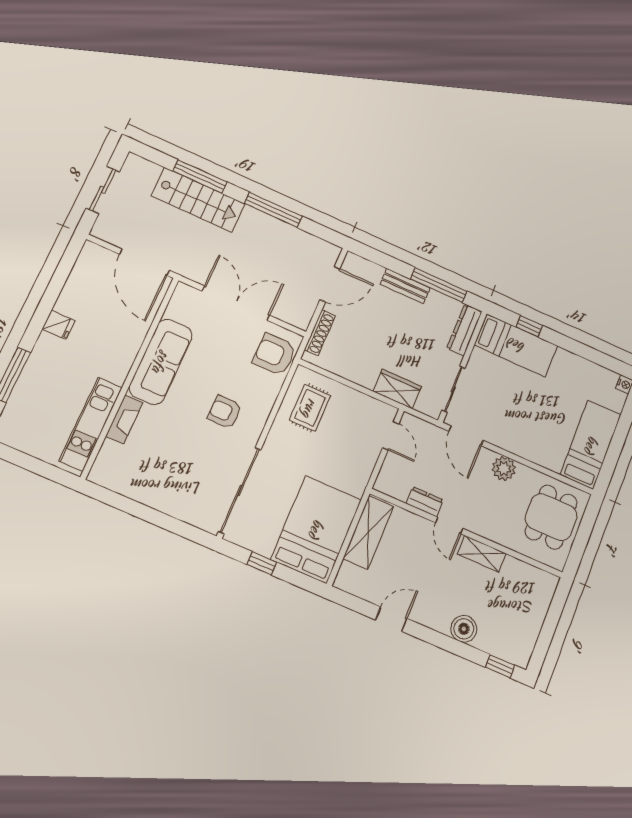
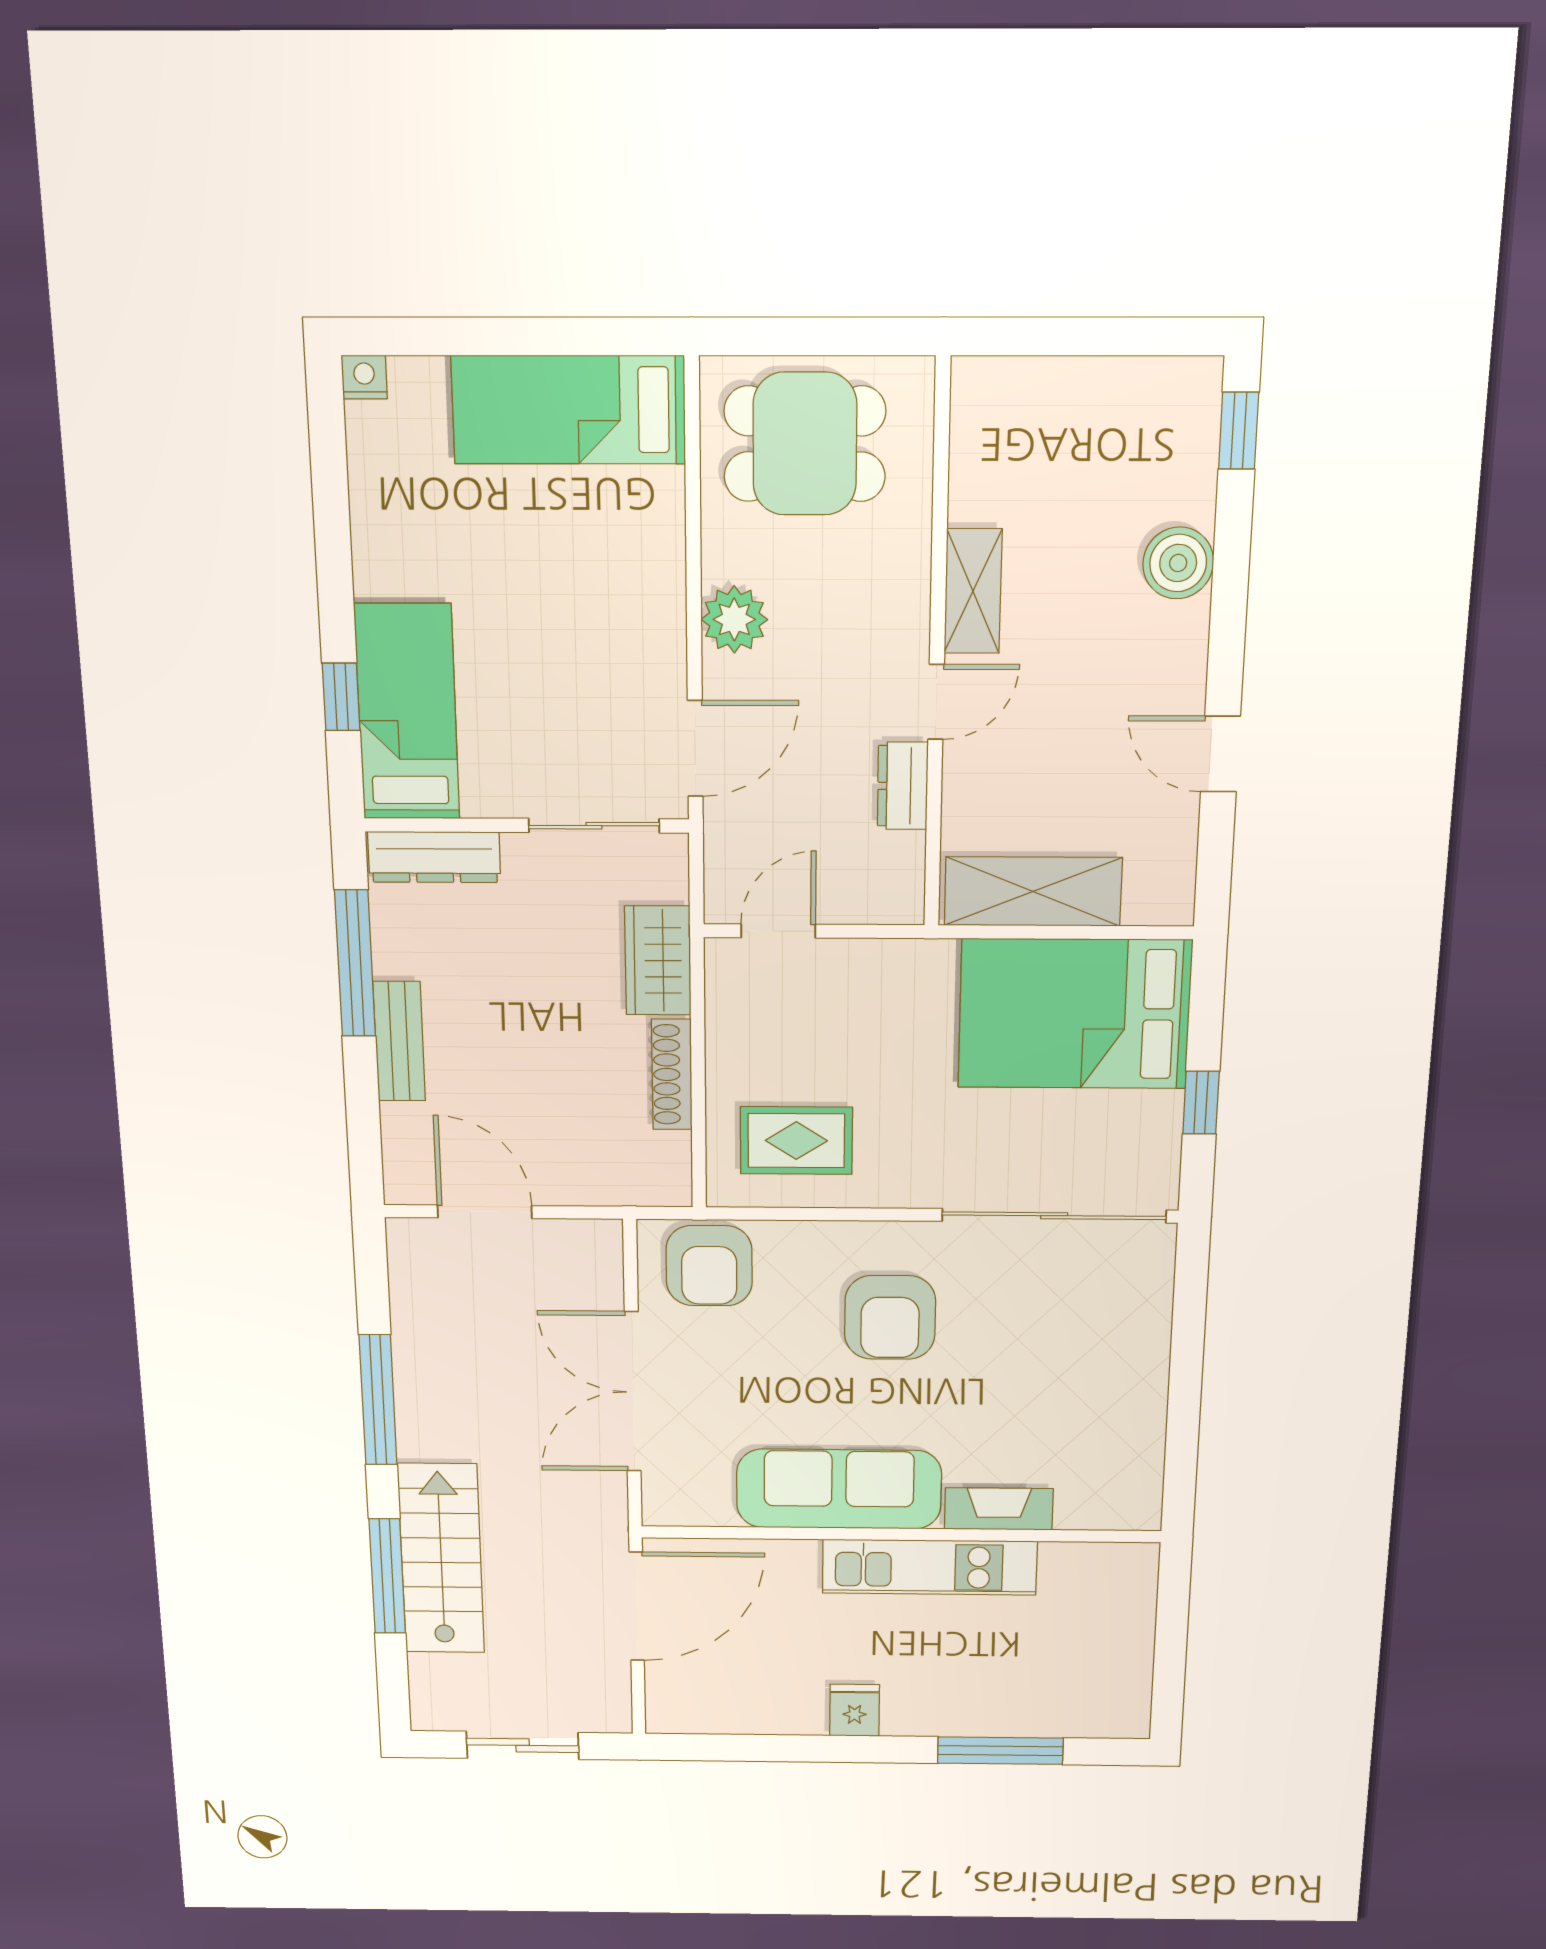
shoe rack: (320, 333) -> (672, 1074), moved, turned -90
armchair: (225, 412) -> (890, 1317), width x1.38, depth x1.38
kitchen unit: (91, 424) -> (930, 1567), moved

